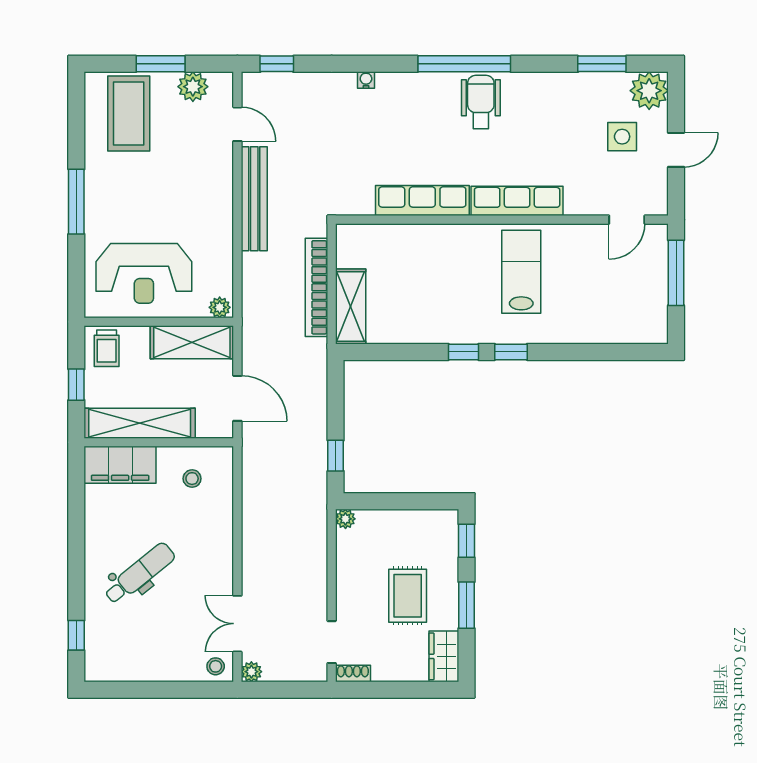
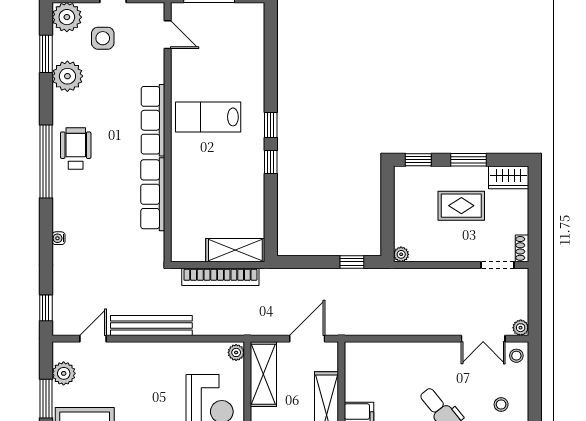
plant: (573, 91) -> (67, 76), added
wheelchair: (481, 102) -> (76, 149), turned 90
stool: (192, 479) -> (501, 404), moved

